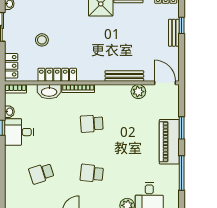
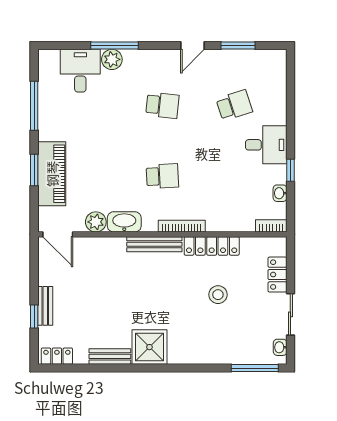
stool: (42, 40) -> (218, 295), moved
locker: (11, 66) -> (277, 275), moved
bench: (124, 76) -> (154, 244), moved
washbasin: (49, 92) -> (124, 222), moved
desk: (19, 132) -> (266, 145), moved
piano: (169, 142) -> (52, 174), moved

